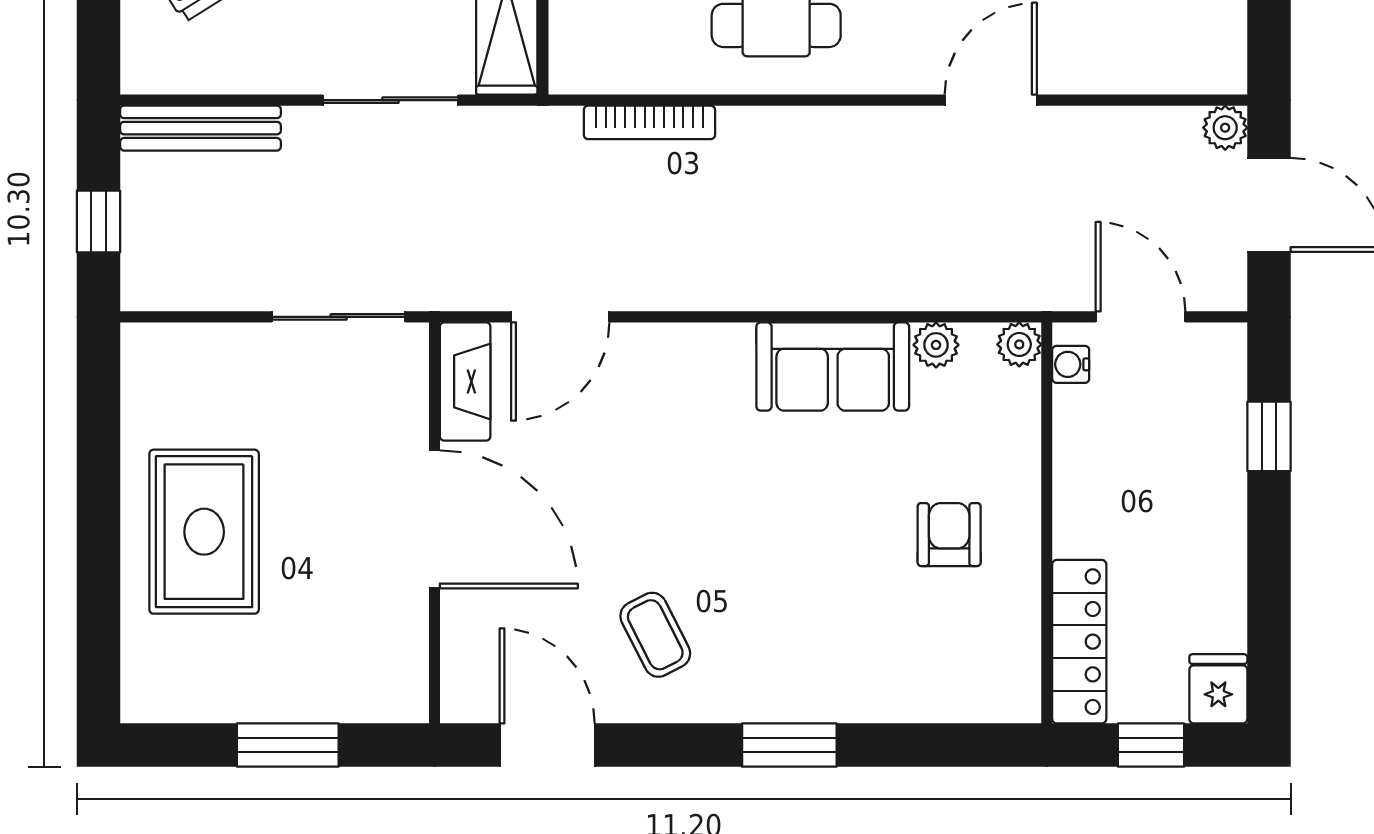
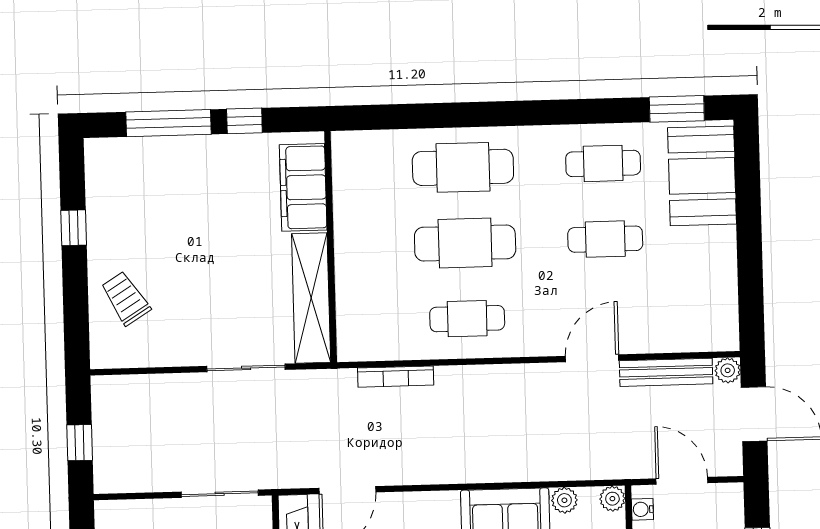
bench: (200, 128) -> (666, 372), moved

